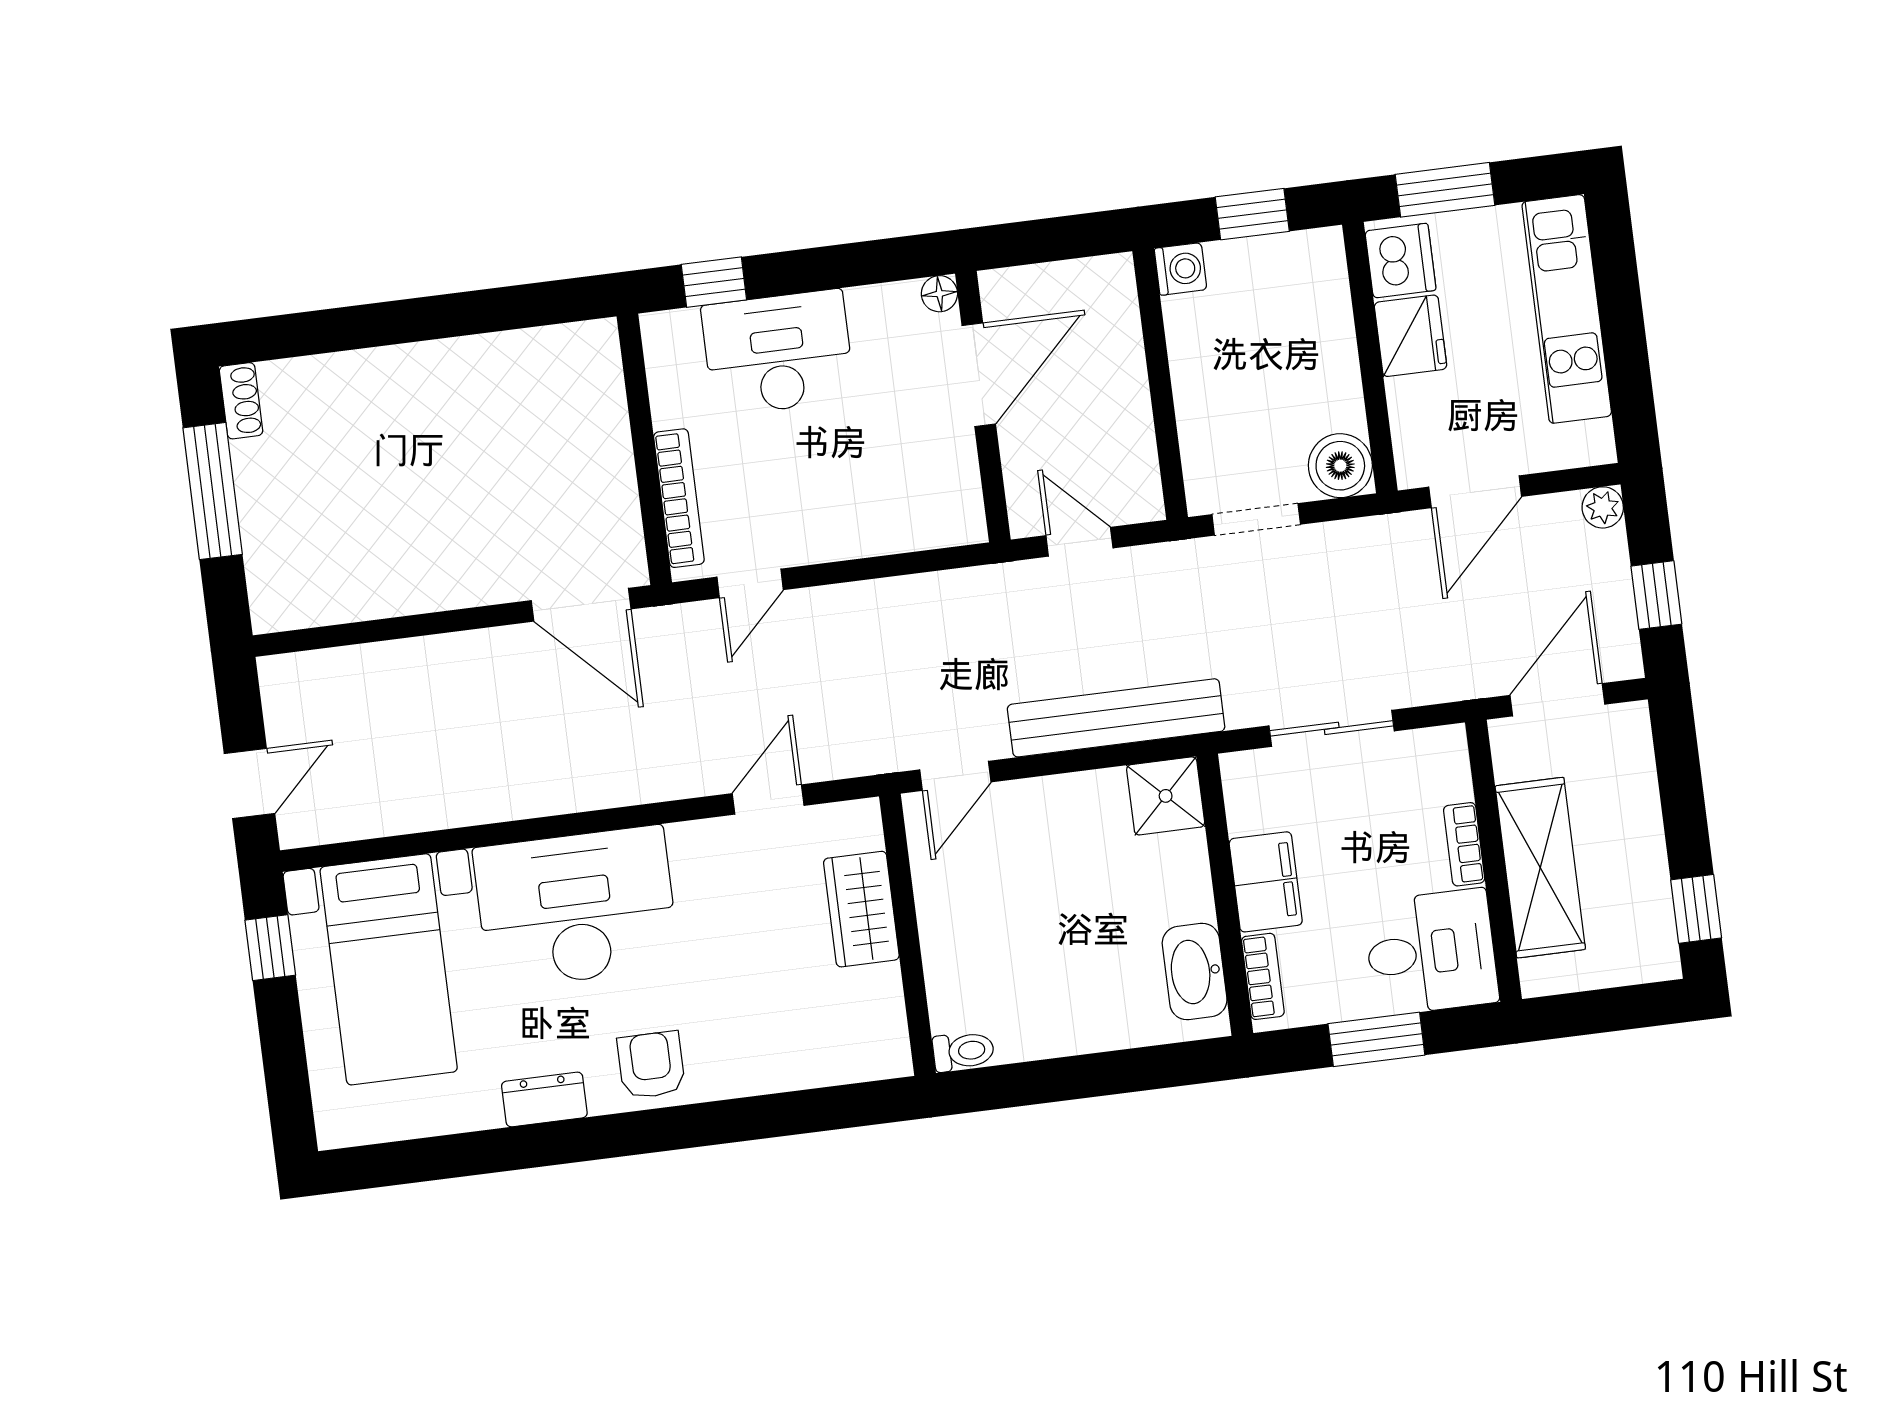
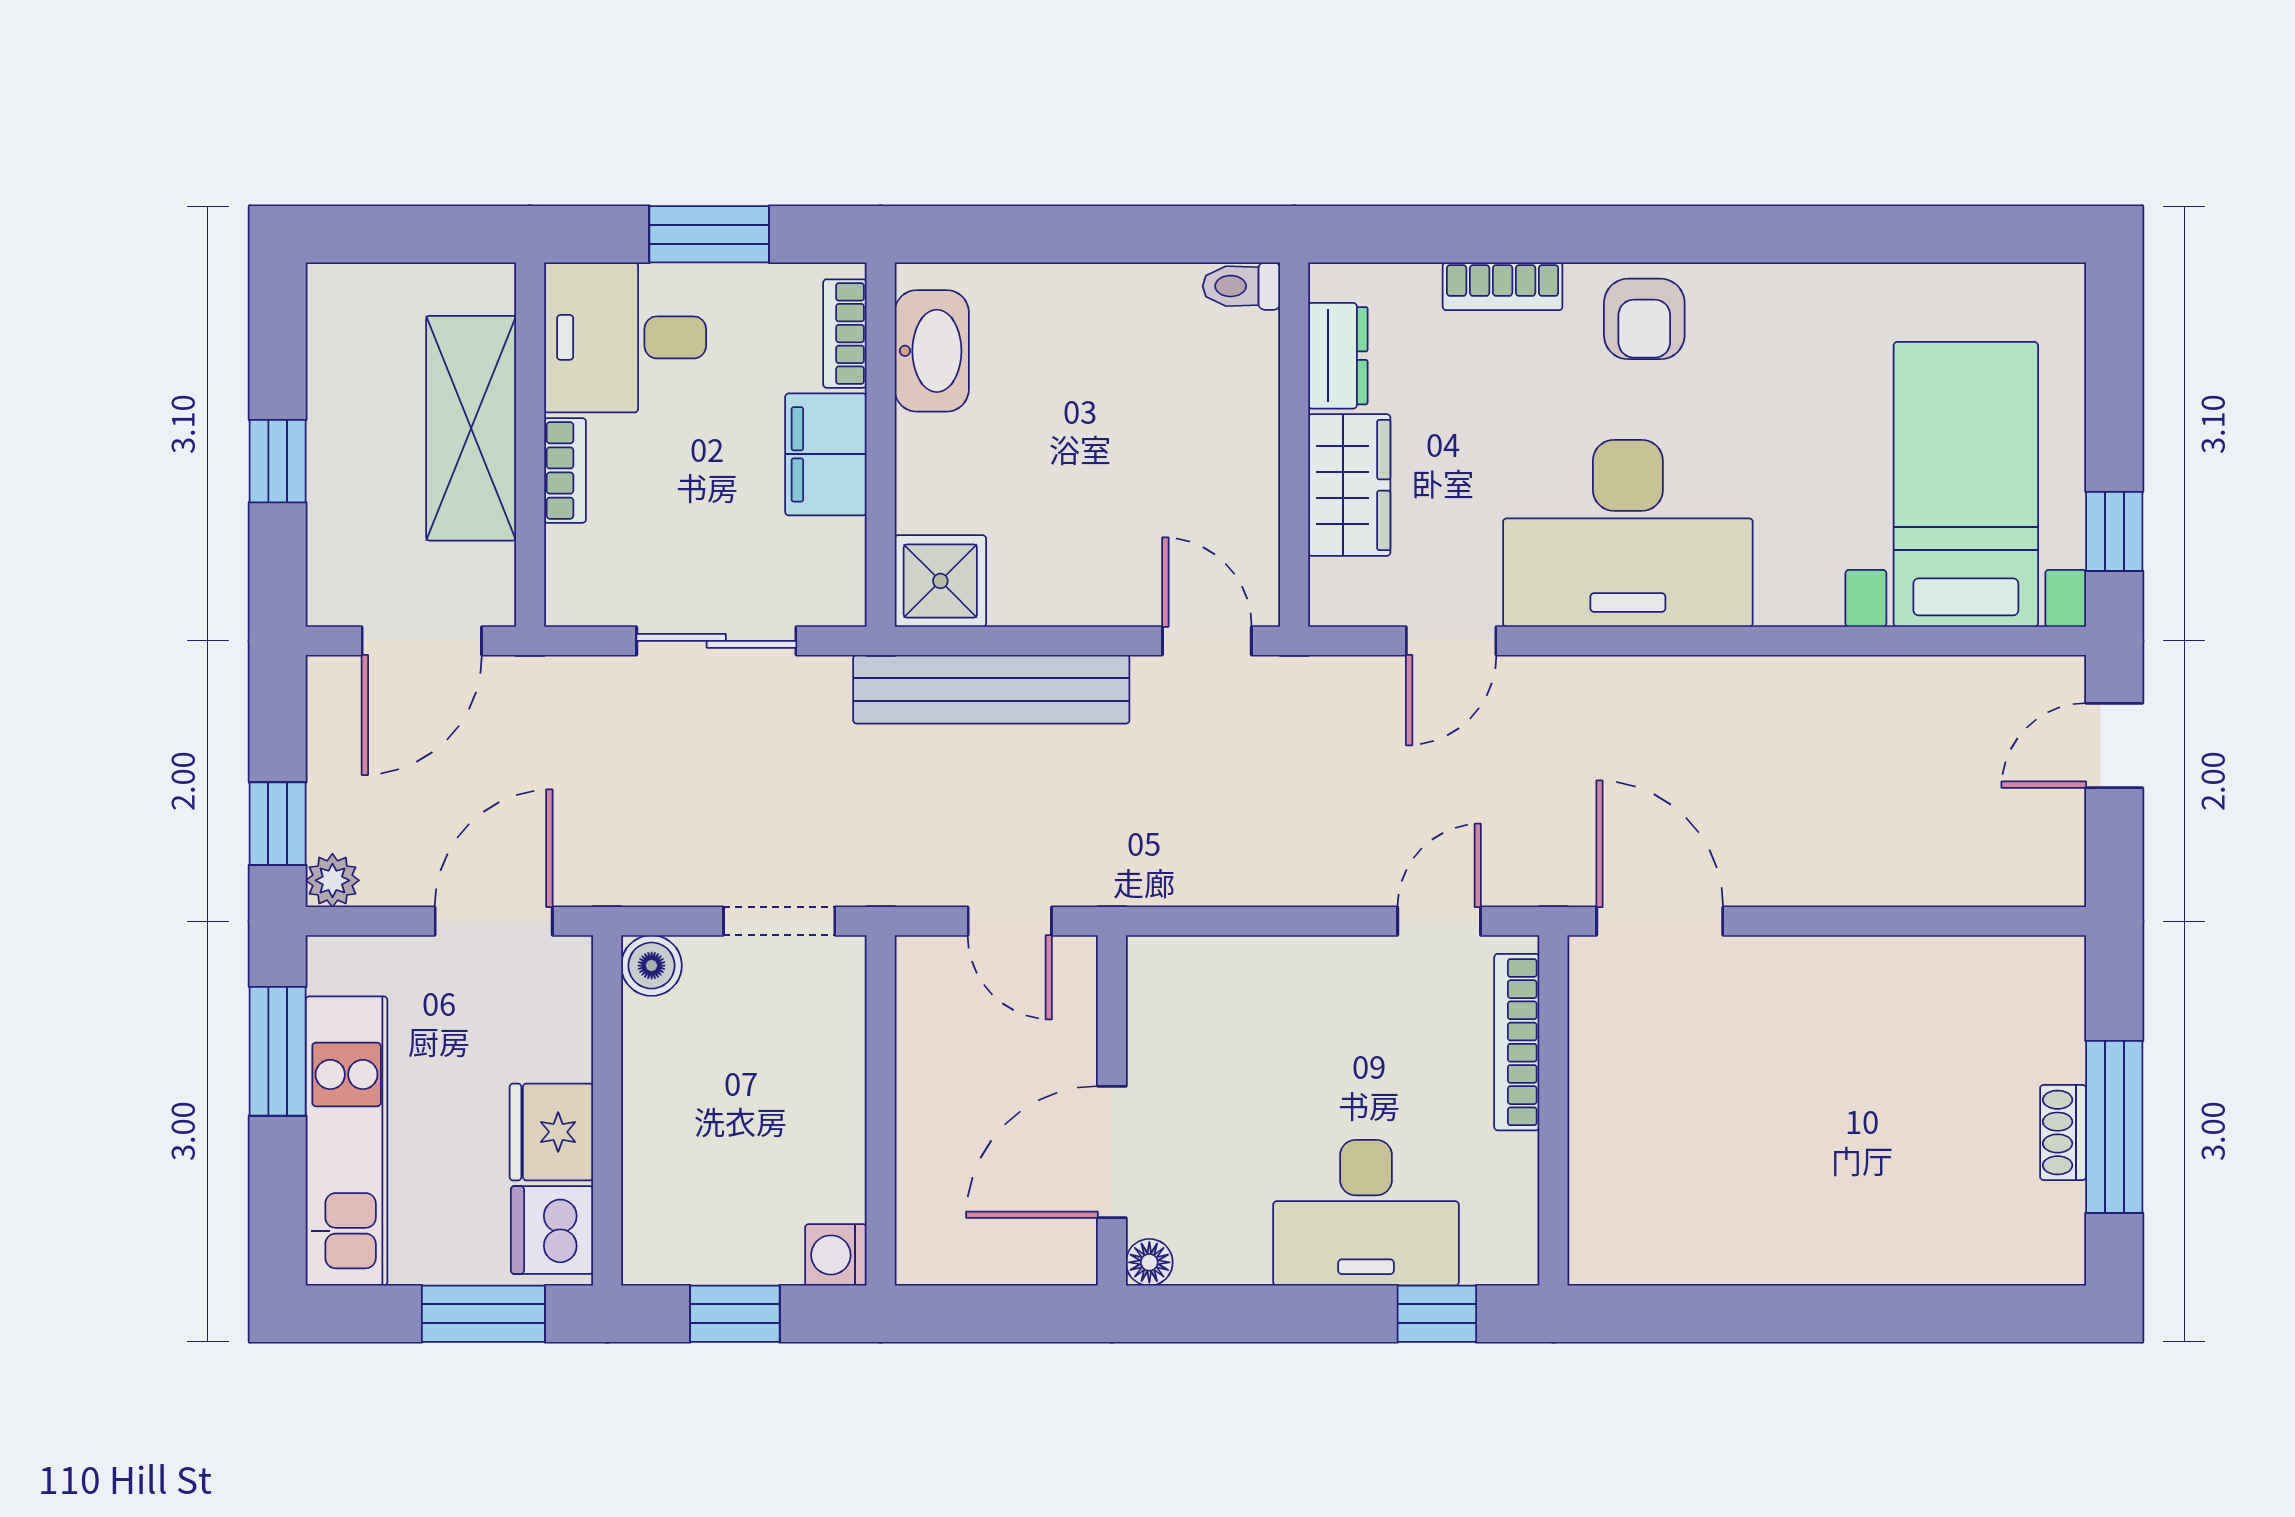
window: (1628, 371) -> (278, 1051), added
shoe rack: (241, 401) -> (2063, 1133), moved
boiler: (1340, 466) -> (652, 966), width x0.73, depth x0.73
window: (1656, 595) -> (278, 824), moved
door: (955, 776) -> (1207, 641), hinge flipped
desk: (576, 907) -> (1628, 533), moved
window: (1696, 909) -> (278, 461), moved
bookcase: (763, 1076) -> (1503, 286), added
dresser: (544, 1099) -> (1338, 356), moved, turned -90

